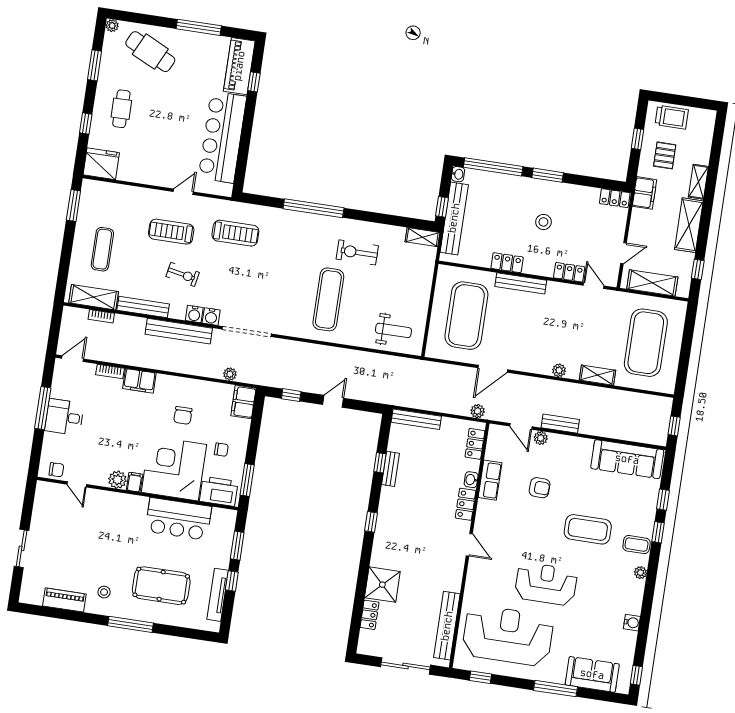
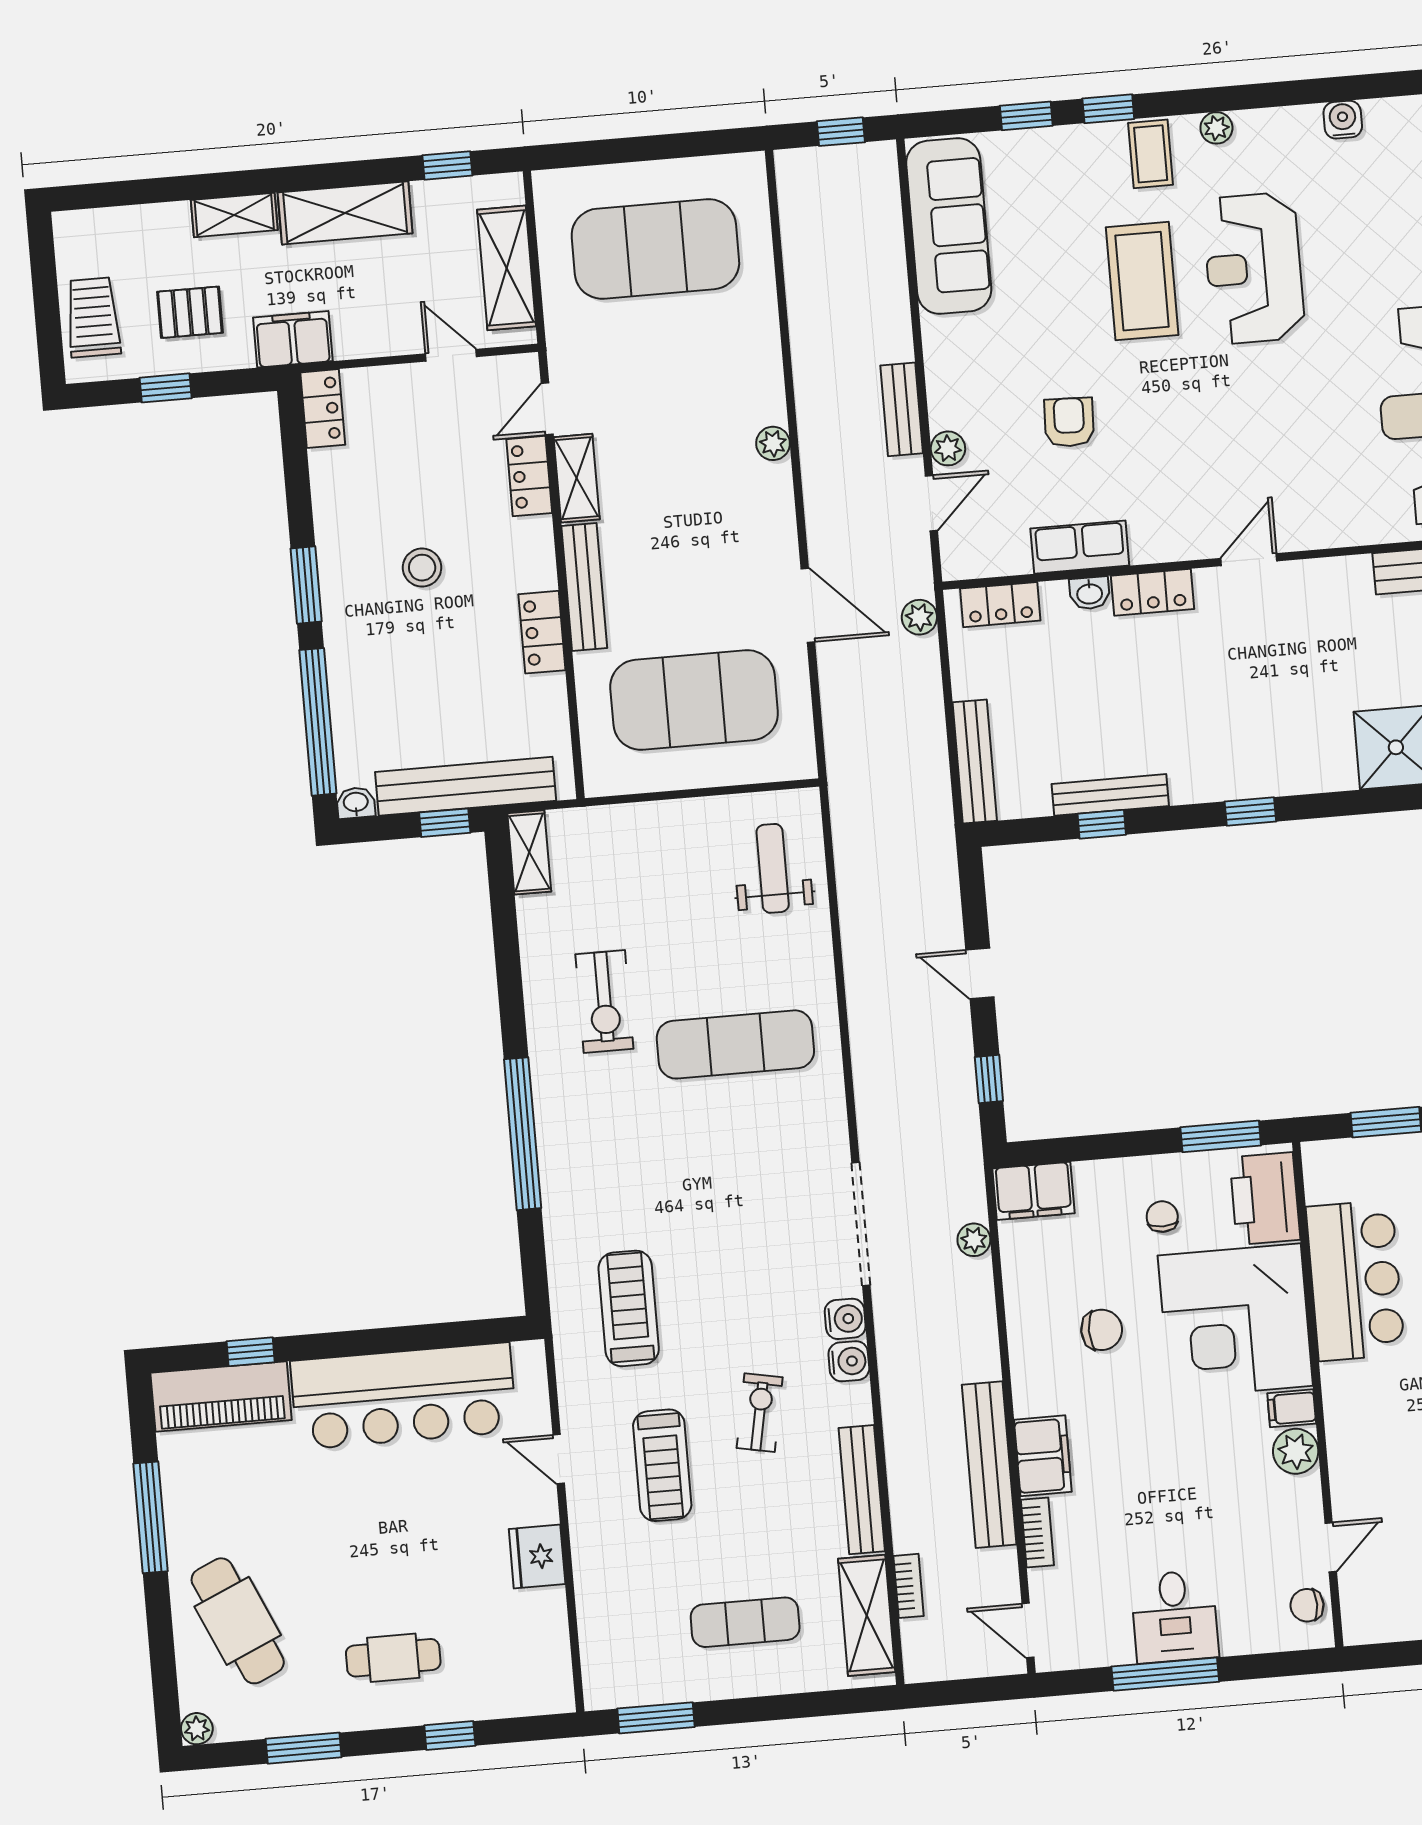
cafe table: (150, 52) -> (238, 1621), turned -50
fridge: (101, 164) -> (537, 1557), moved, width x0.73, depth x0.75
bench: (179, 331) -> (989, 1465), moved
shelving: (598, 375) -> (577, 478), moved
bench: (390, 469) -> (1110, 795), width x1.36
chair: (56, 470) -> (1307, 1605), turned -90
reception desk: (546, 584) -> (1254, 268), moved

